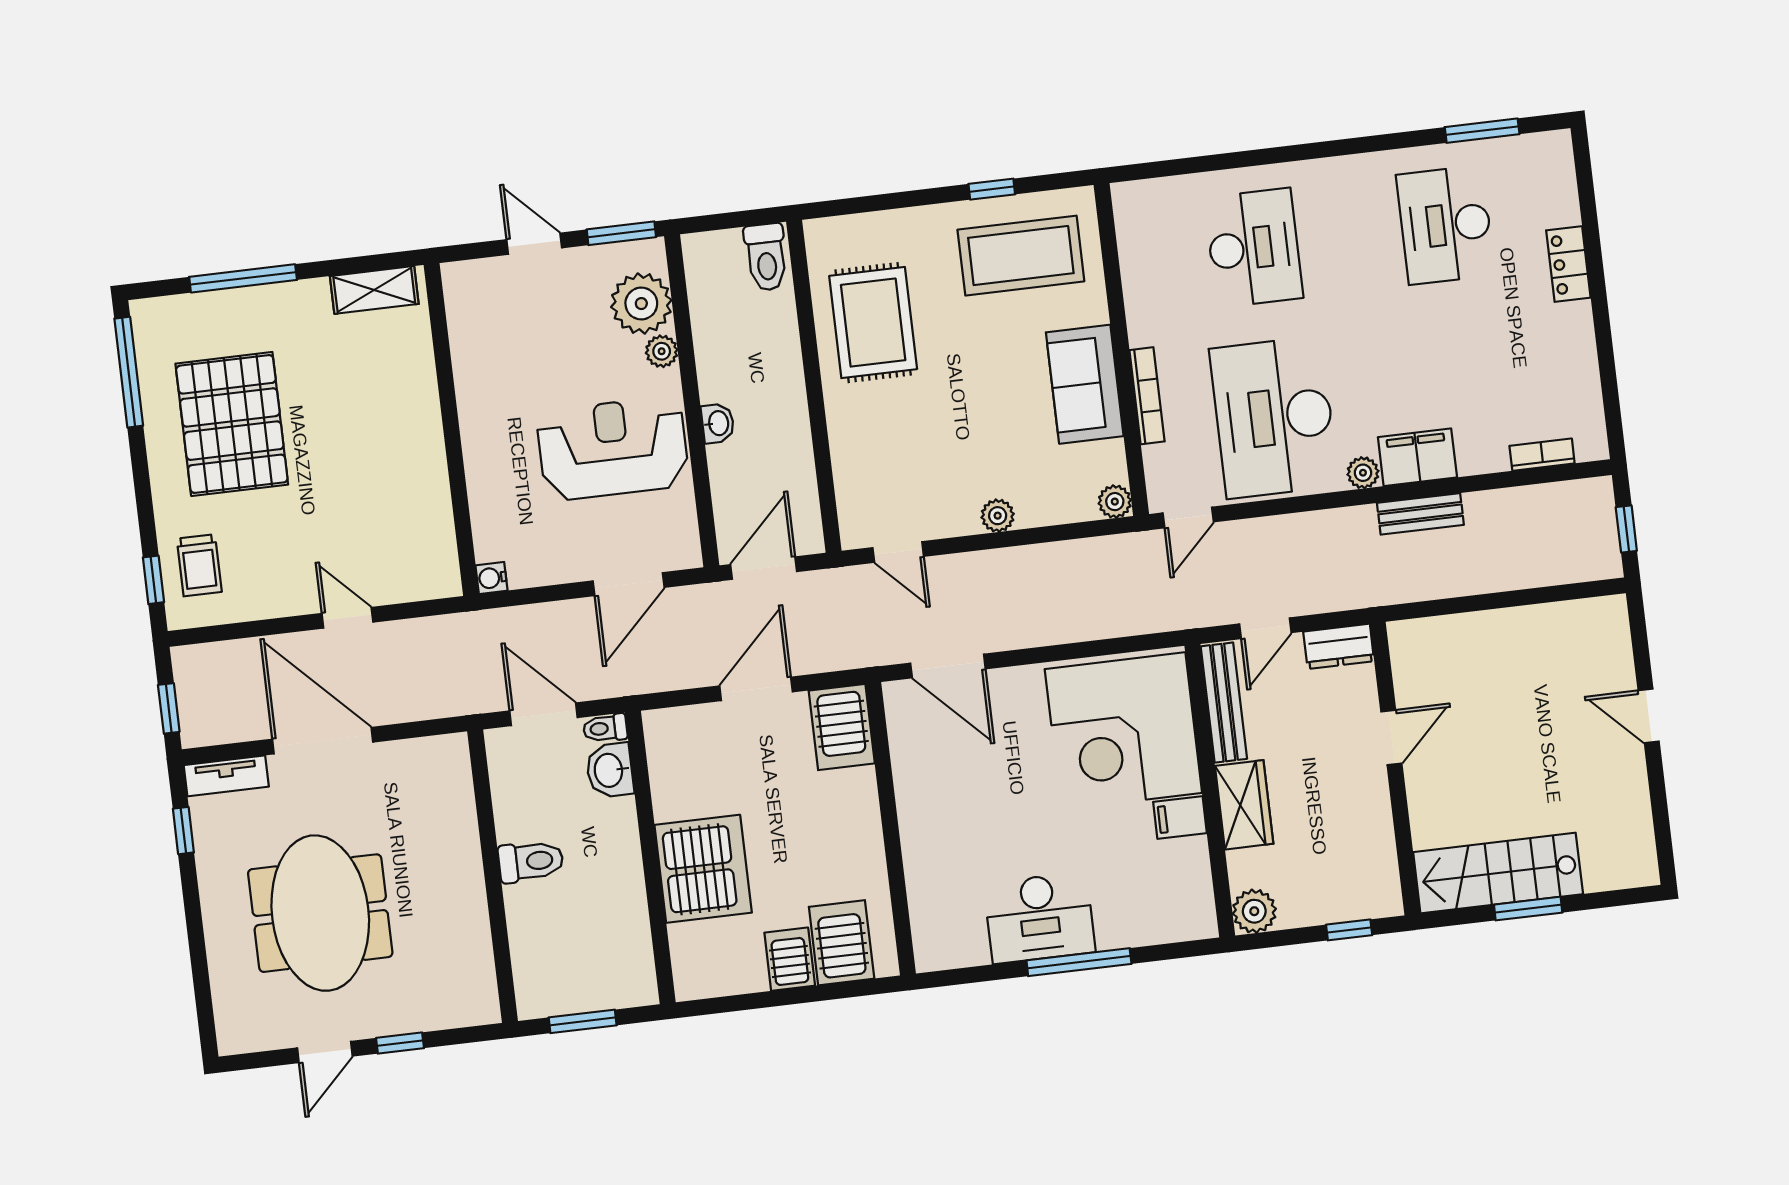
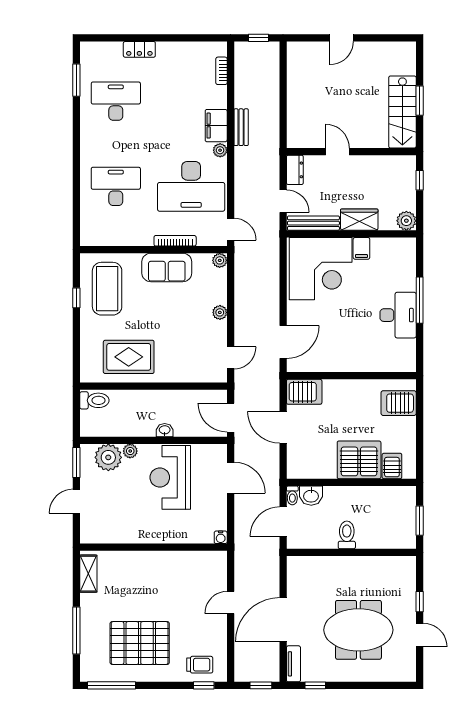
desk: (1446, 225) -> (116, 101), turned 180
server rack: (790, 959) -> (392, 466), moved, turned 90

